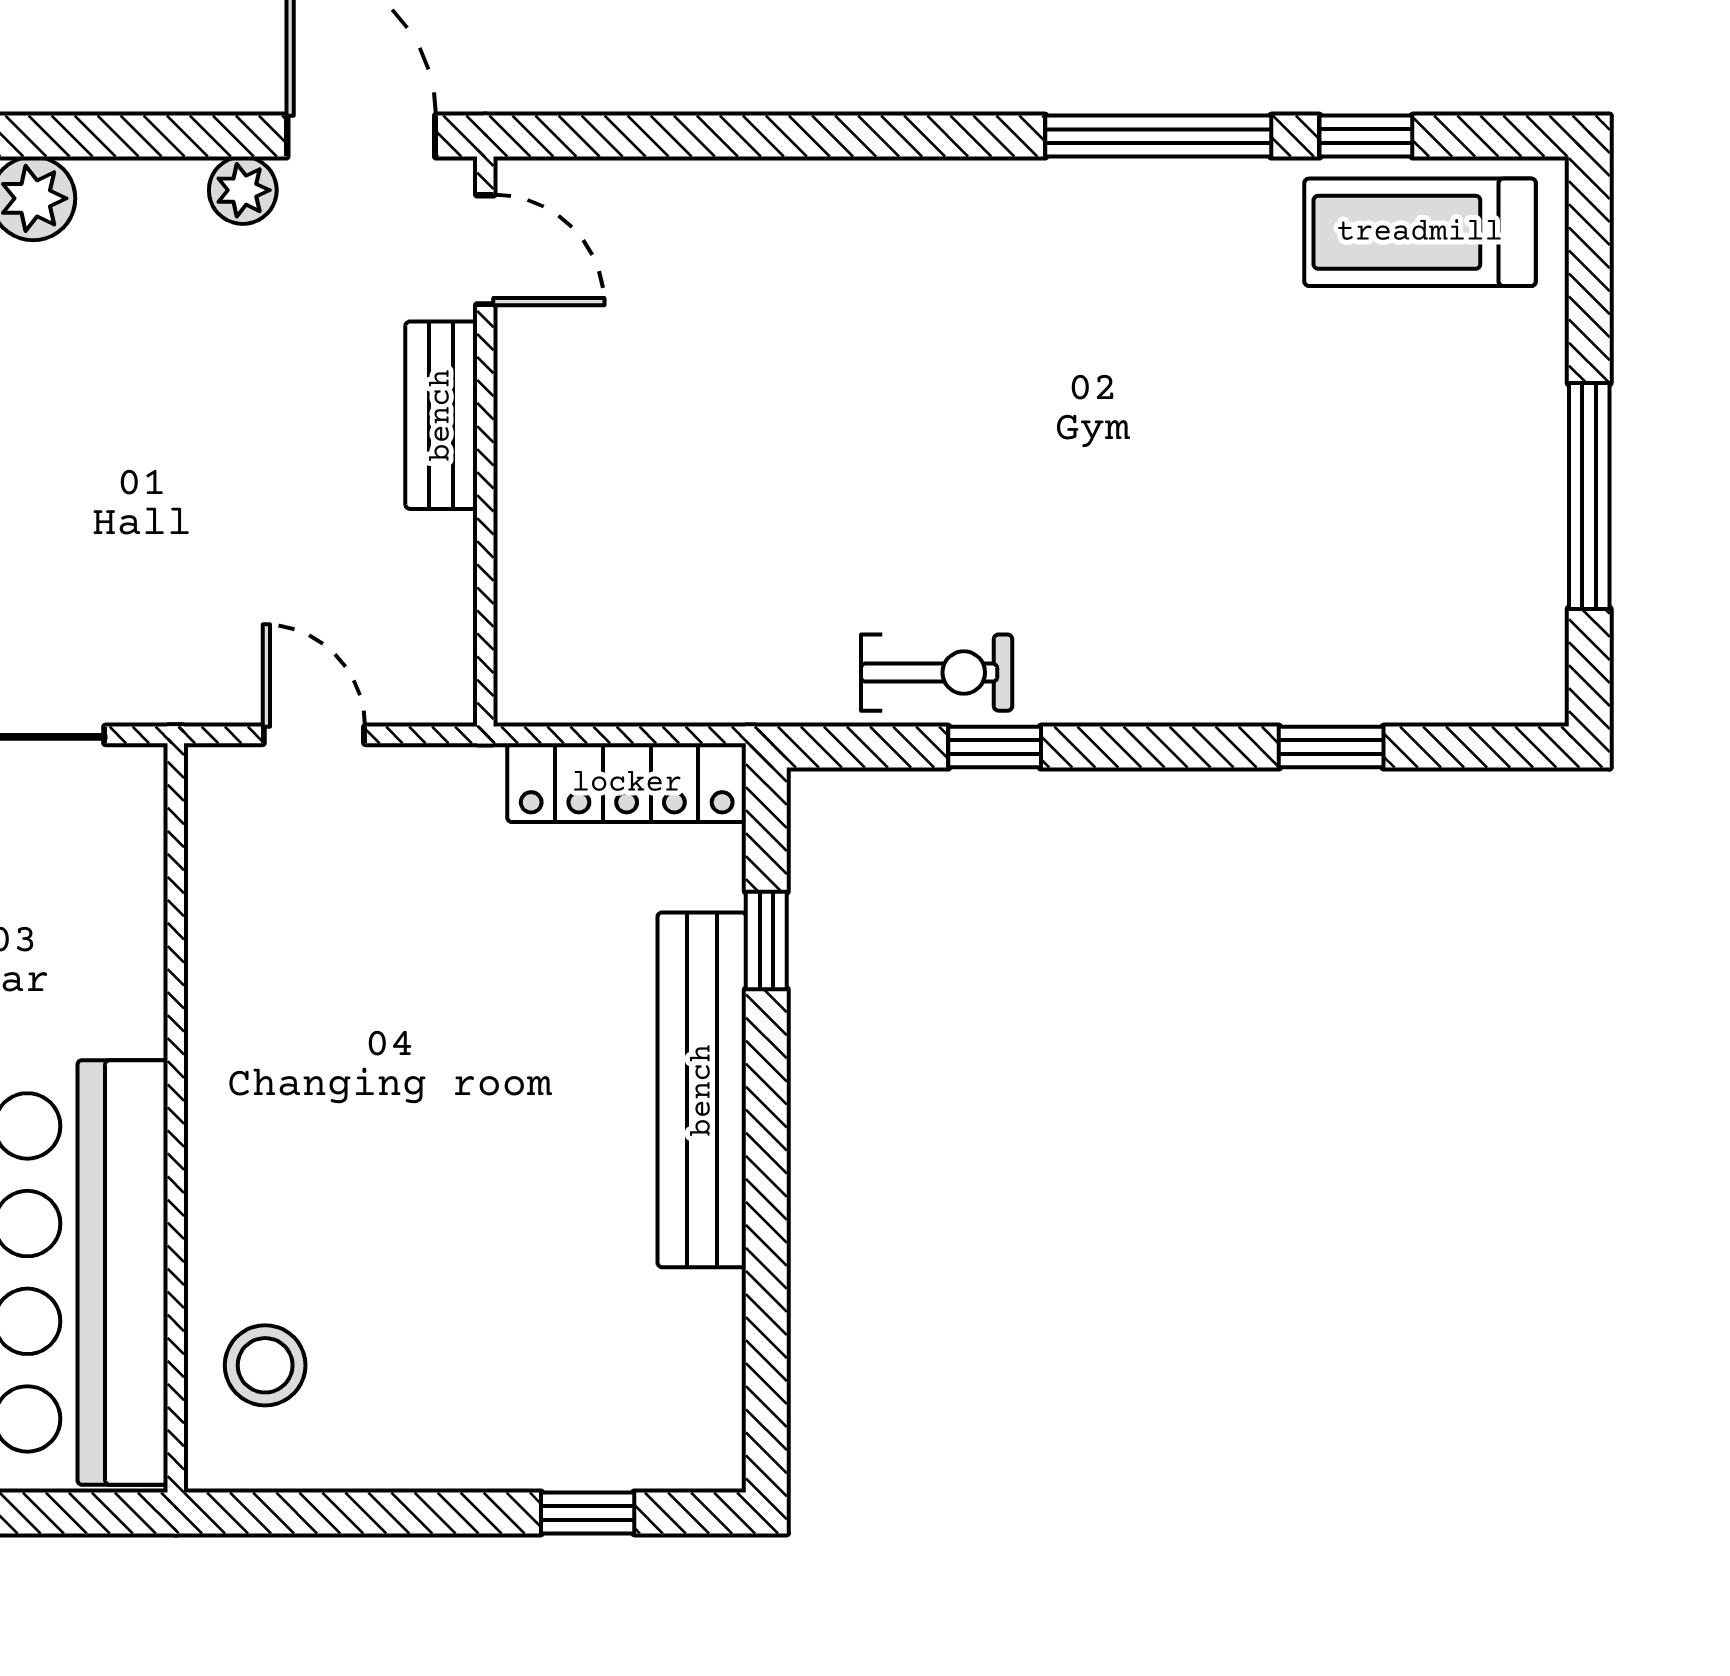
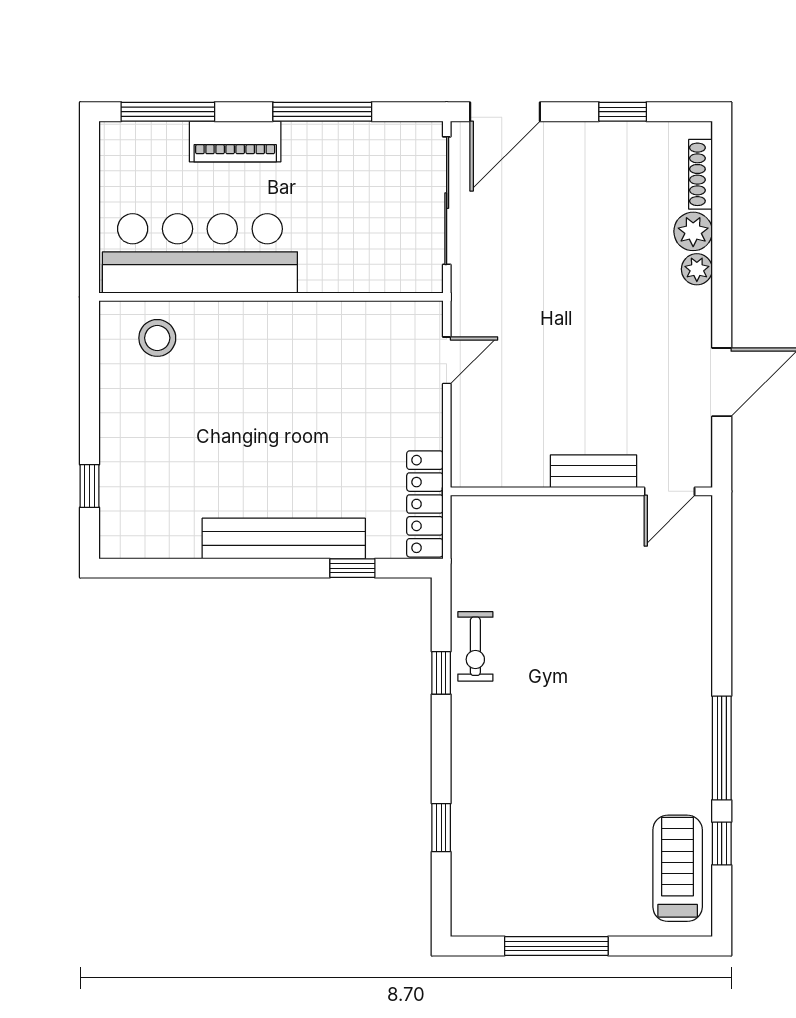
plant: (243, 190) -> (697, 269), moved
door: (485, 250) -> (669, 491), moved
bench: (441, 415) -> (594, 471), moved
wall: (485, 442) -> (581, 491), moved

